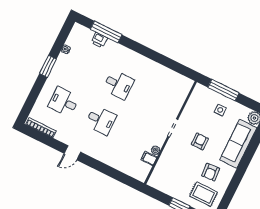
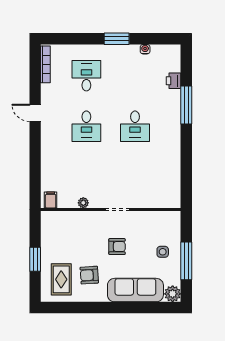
window: (106, 32) -> (186, 105), moved
window: (223, 90) -> (186, 261), moved
filing cabinet: (149, 158) -> (51, 200), moved

